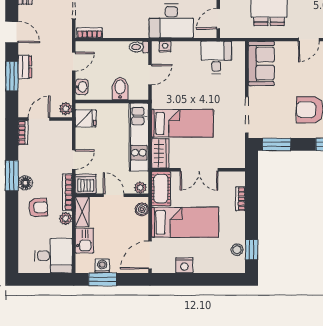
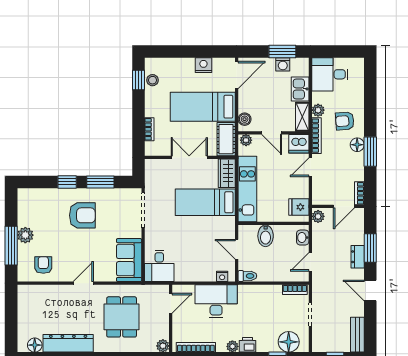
desk: (216, 58) -> (159, 266), moved
door: (150, 75) -> (237, 249), hinge flipped
window: (277, 144) -> (100, 182), moved

